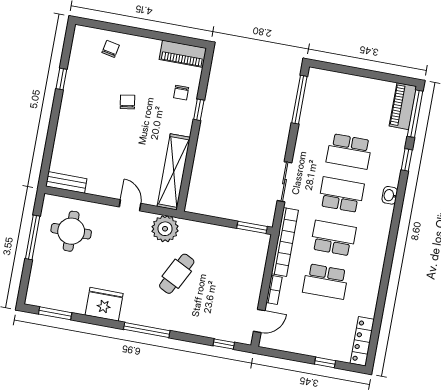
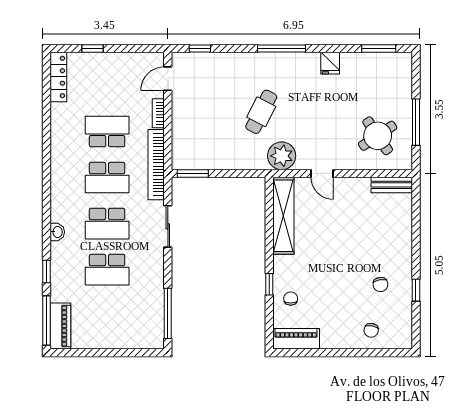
chair: (127, 102) -> (380, 284), moved
school desk: (349, 151) -> (107, 270), turned 180
round table: (71, 231) -> (378, 136), turned -34
fridge: (104, 304) -> (330, 63), width x0.53, depth x0.75

